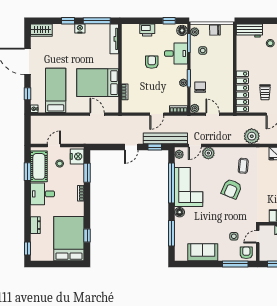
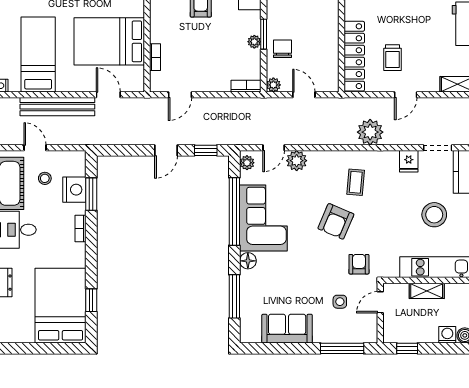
door: (157, 114) -> (180, 95), moved
bench: (165, 138) -> (57, 107), moved
door: (54, 145) -> (35, 148), hinge flipped
nightstand: (77, 156) -> (74, 190), moved
armchair: (246, 253) -> (359, 264), moved

